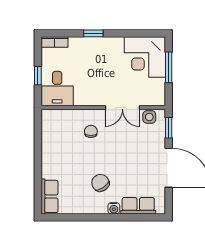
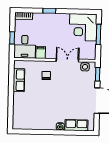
filing cabinet: (81, 97) -> (41, 52), added
double door: (122, 108) -> (67, 60), swing flipped
chair: (100, 183) -> (52, 110), removed
row of seats: (49, 196) -> (19, 80), moved

